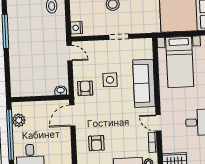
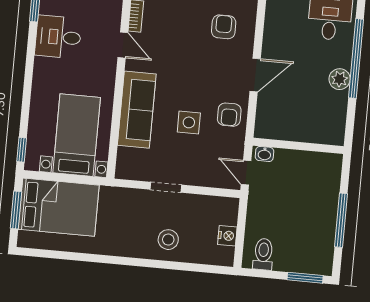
nightstand: (77, 28) -> (227, 236), moved
washbasin: (61, 90) -> (264, 154), moved
wall: (40, 98) -> (298, 146), moved

